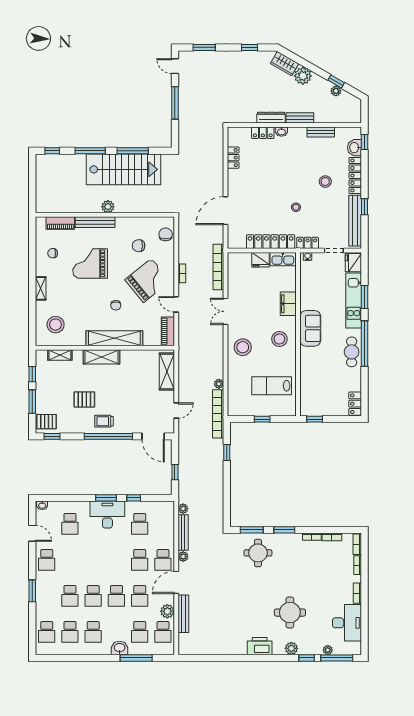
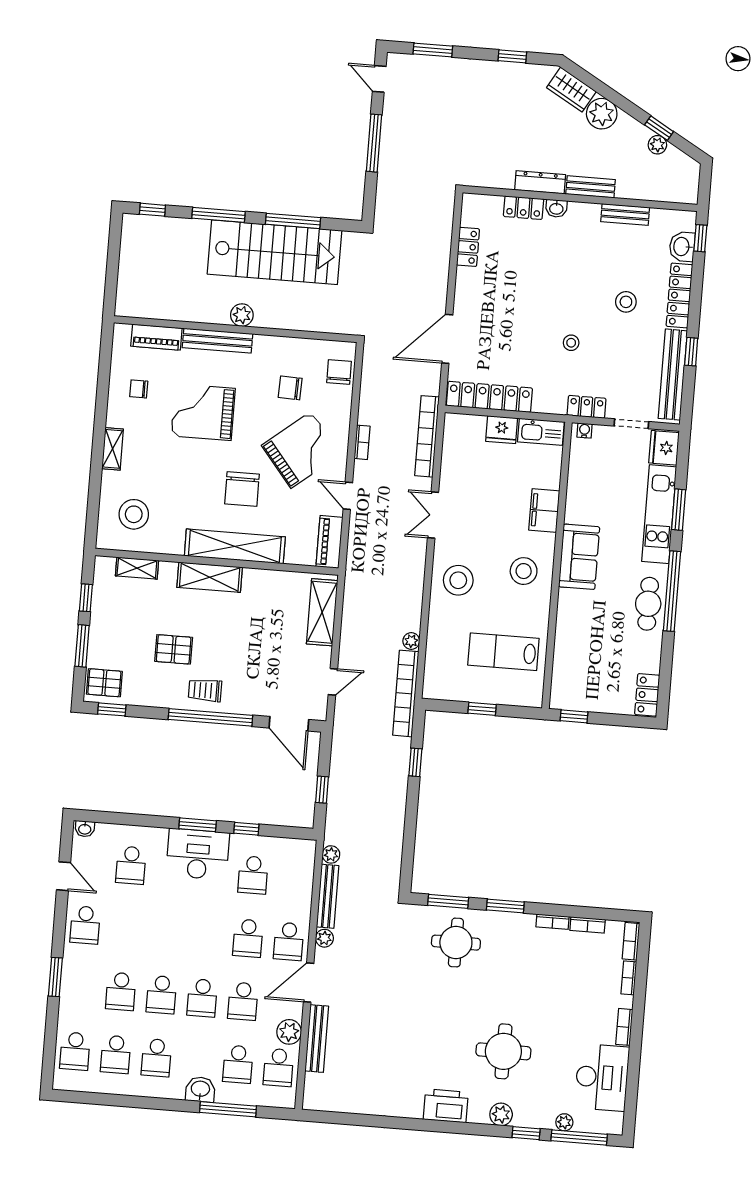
locker: (271, 242) -> (489, 397), moved
chair: (116, 305) -> (242, 489), width x1.87, depth x1.87

